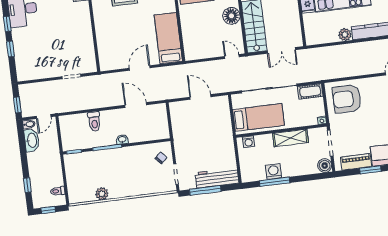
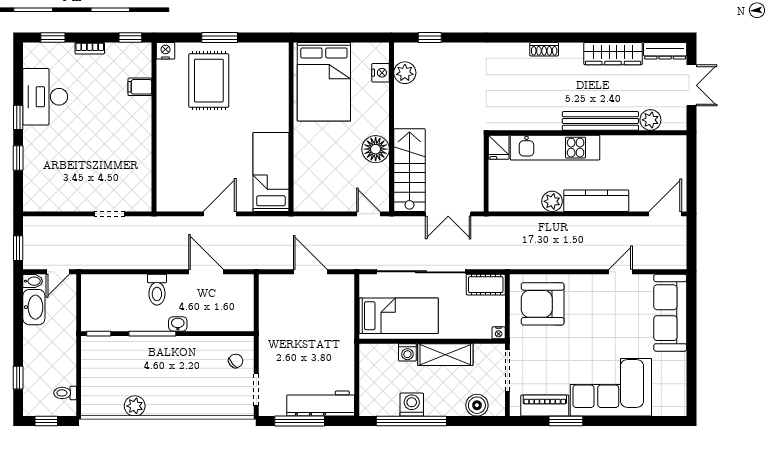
toilet: (94, 121) -> (157, 290), moved
washing machine: (248, 142) -> (407, 352), moved
boiler: (325, 166) -> (477, 405), moved
window: (275, 182) -> (411, 421), width x1.46

